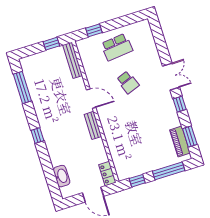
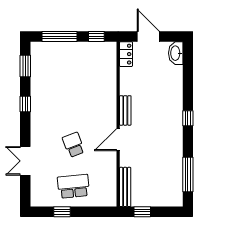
window: (94, 30) -> (62, 212), moved
double door: (171, 77) -> (25, 161), moved
door: (91, 99) -> (118, 140), hinge flipped
piano: (180, 141) -> (38, 64), removed
washbasin: (62, 176) -> (176, 53), moved

